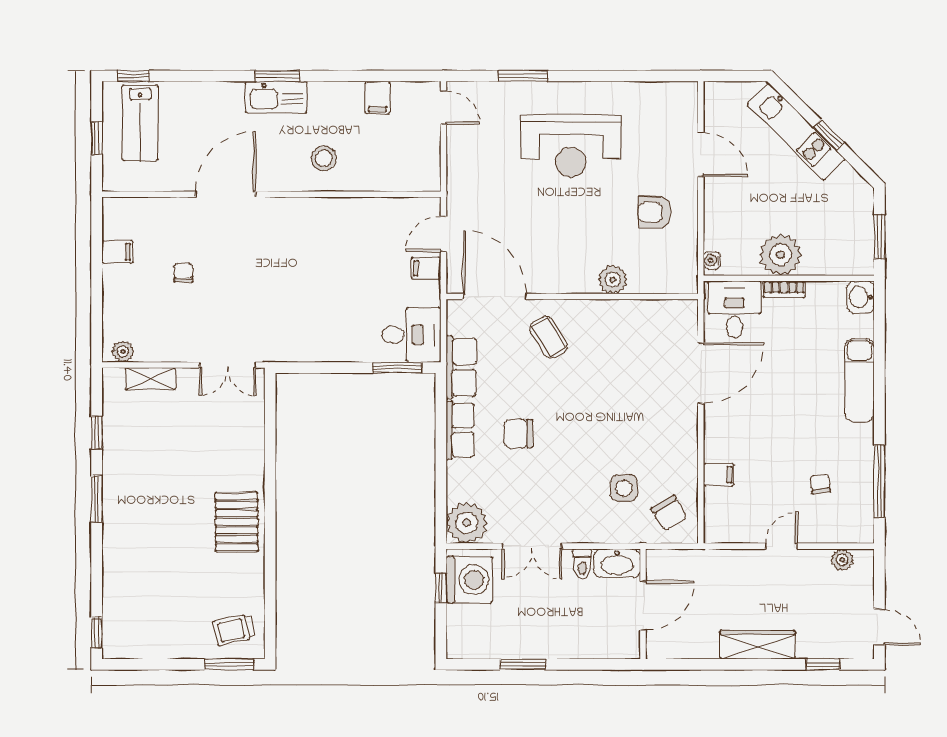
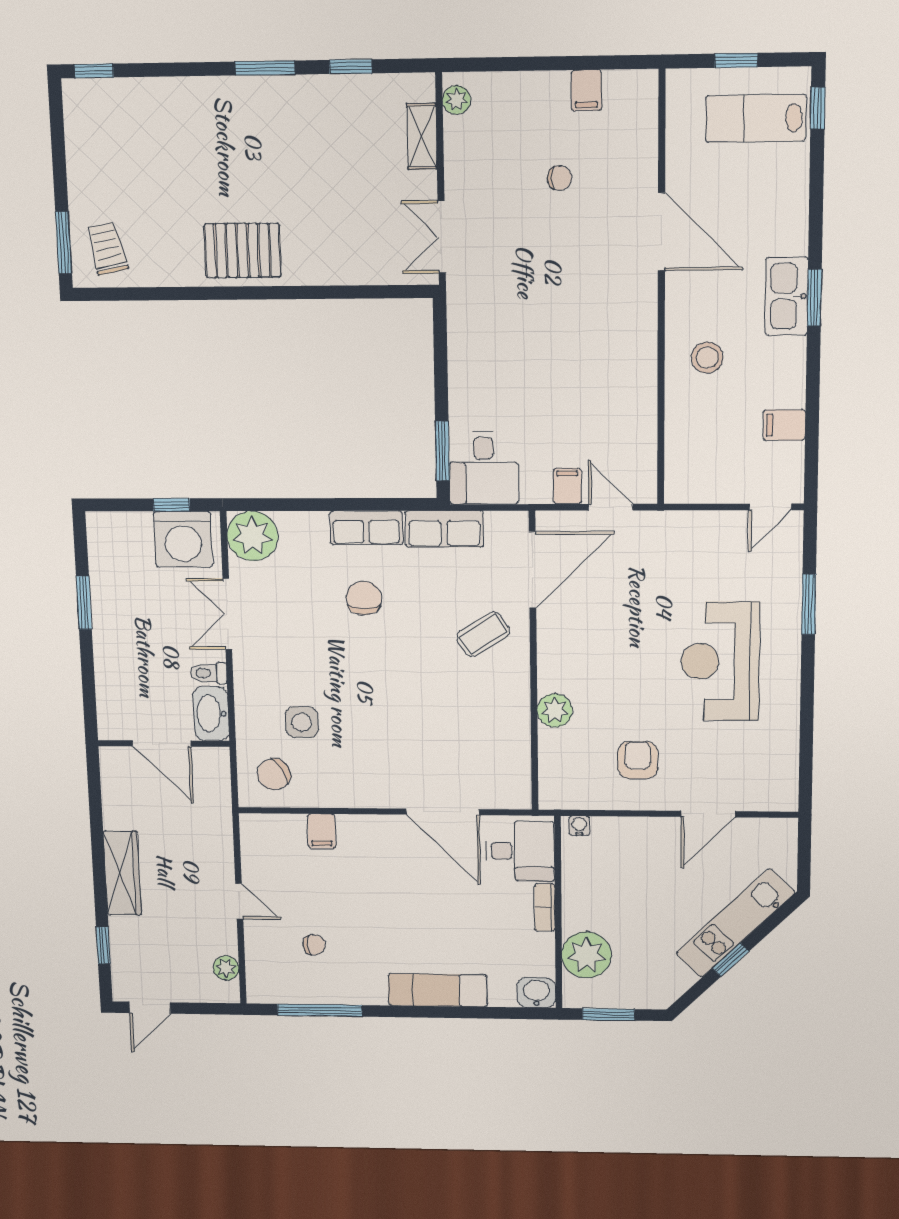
plant: (781, 255) -> (586, 955), moved

